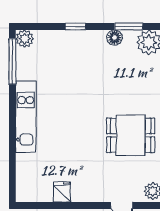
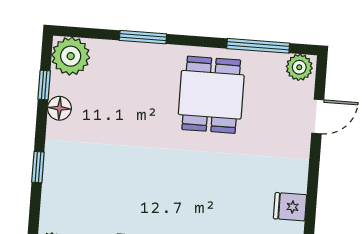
window: (129, 27) -> (44, 85), width x0.67

